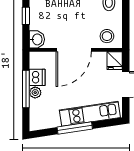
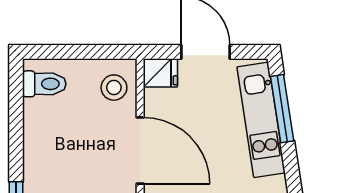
window: (75, 128) -> (282, 109), moved

